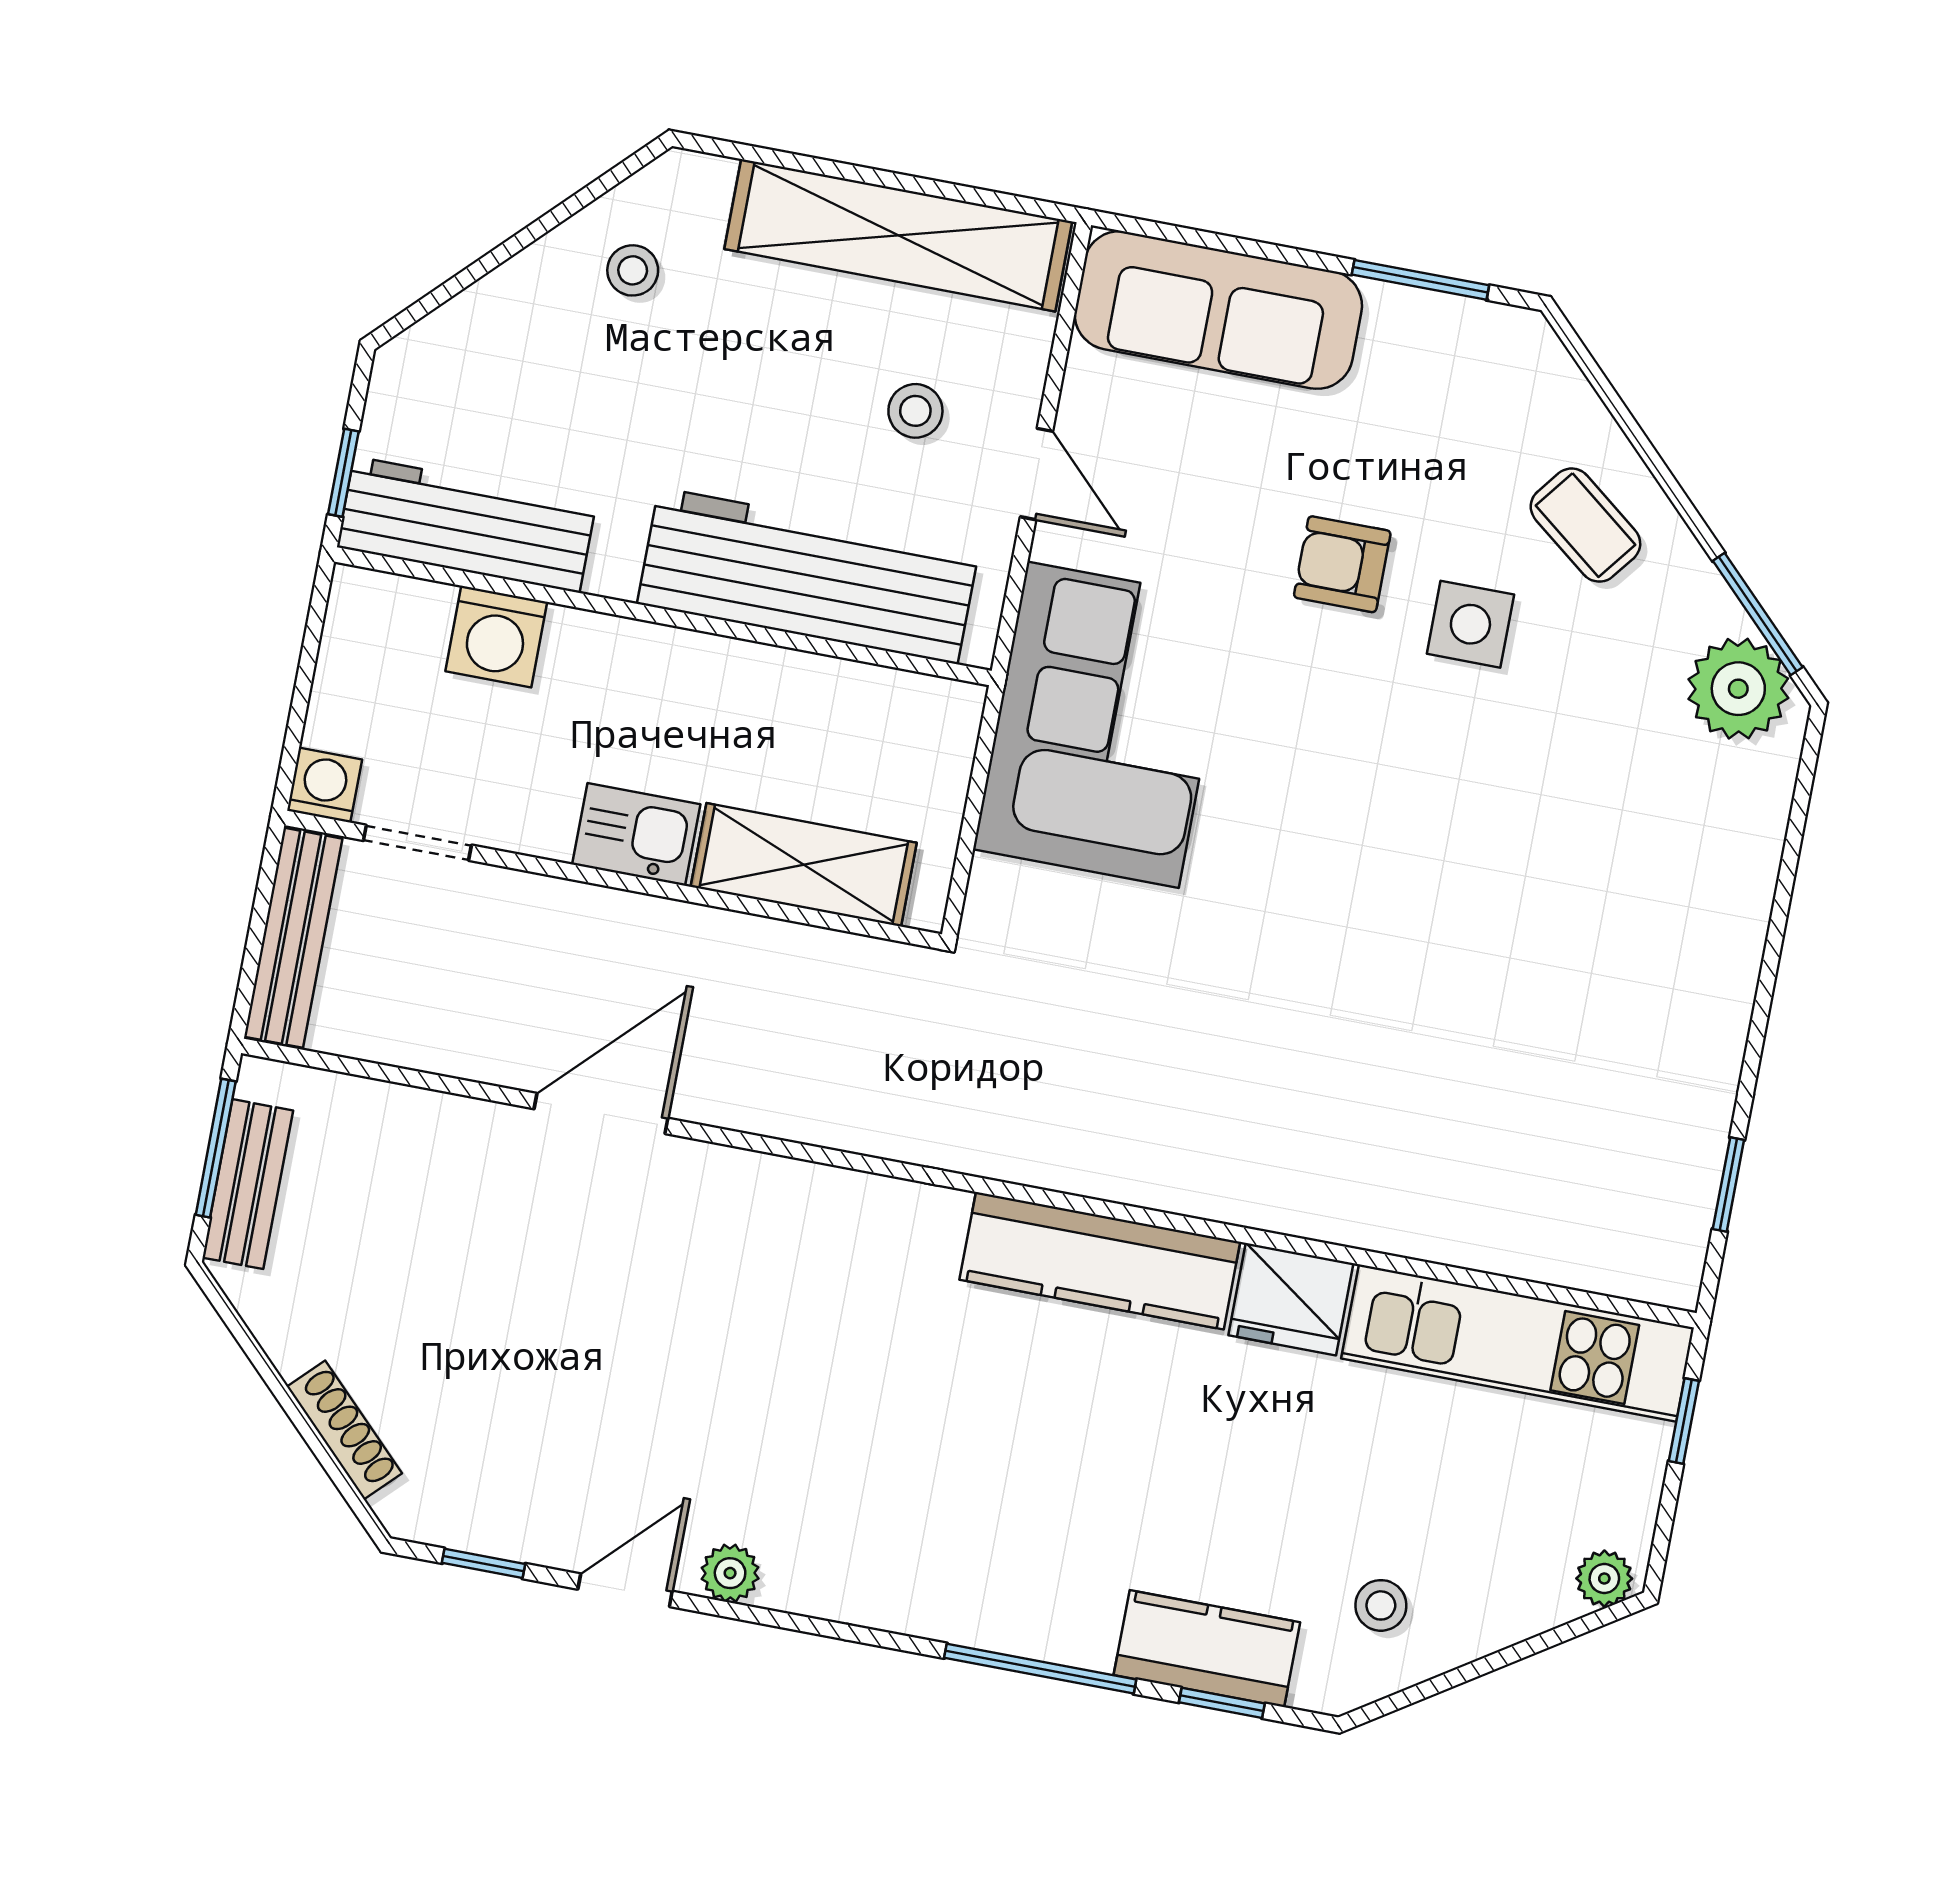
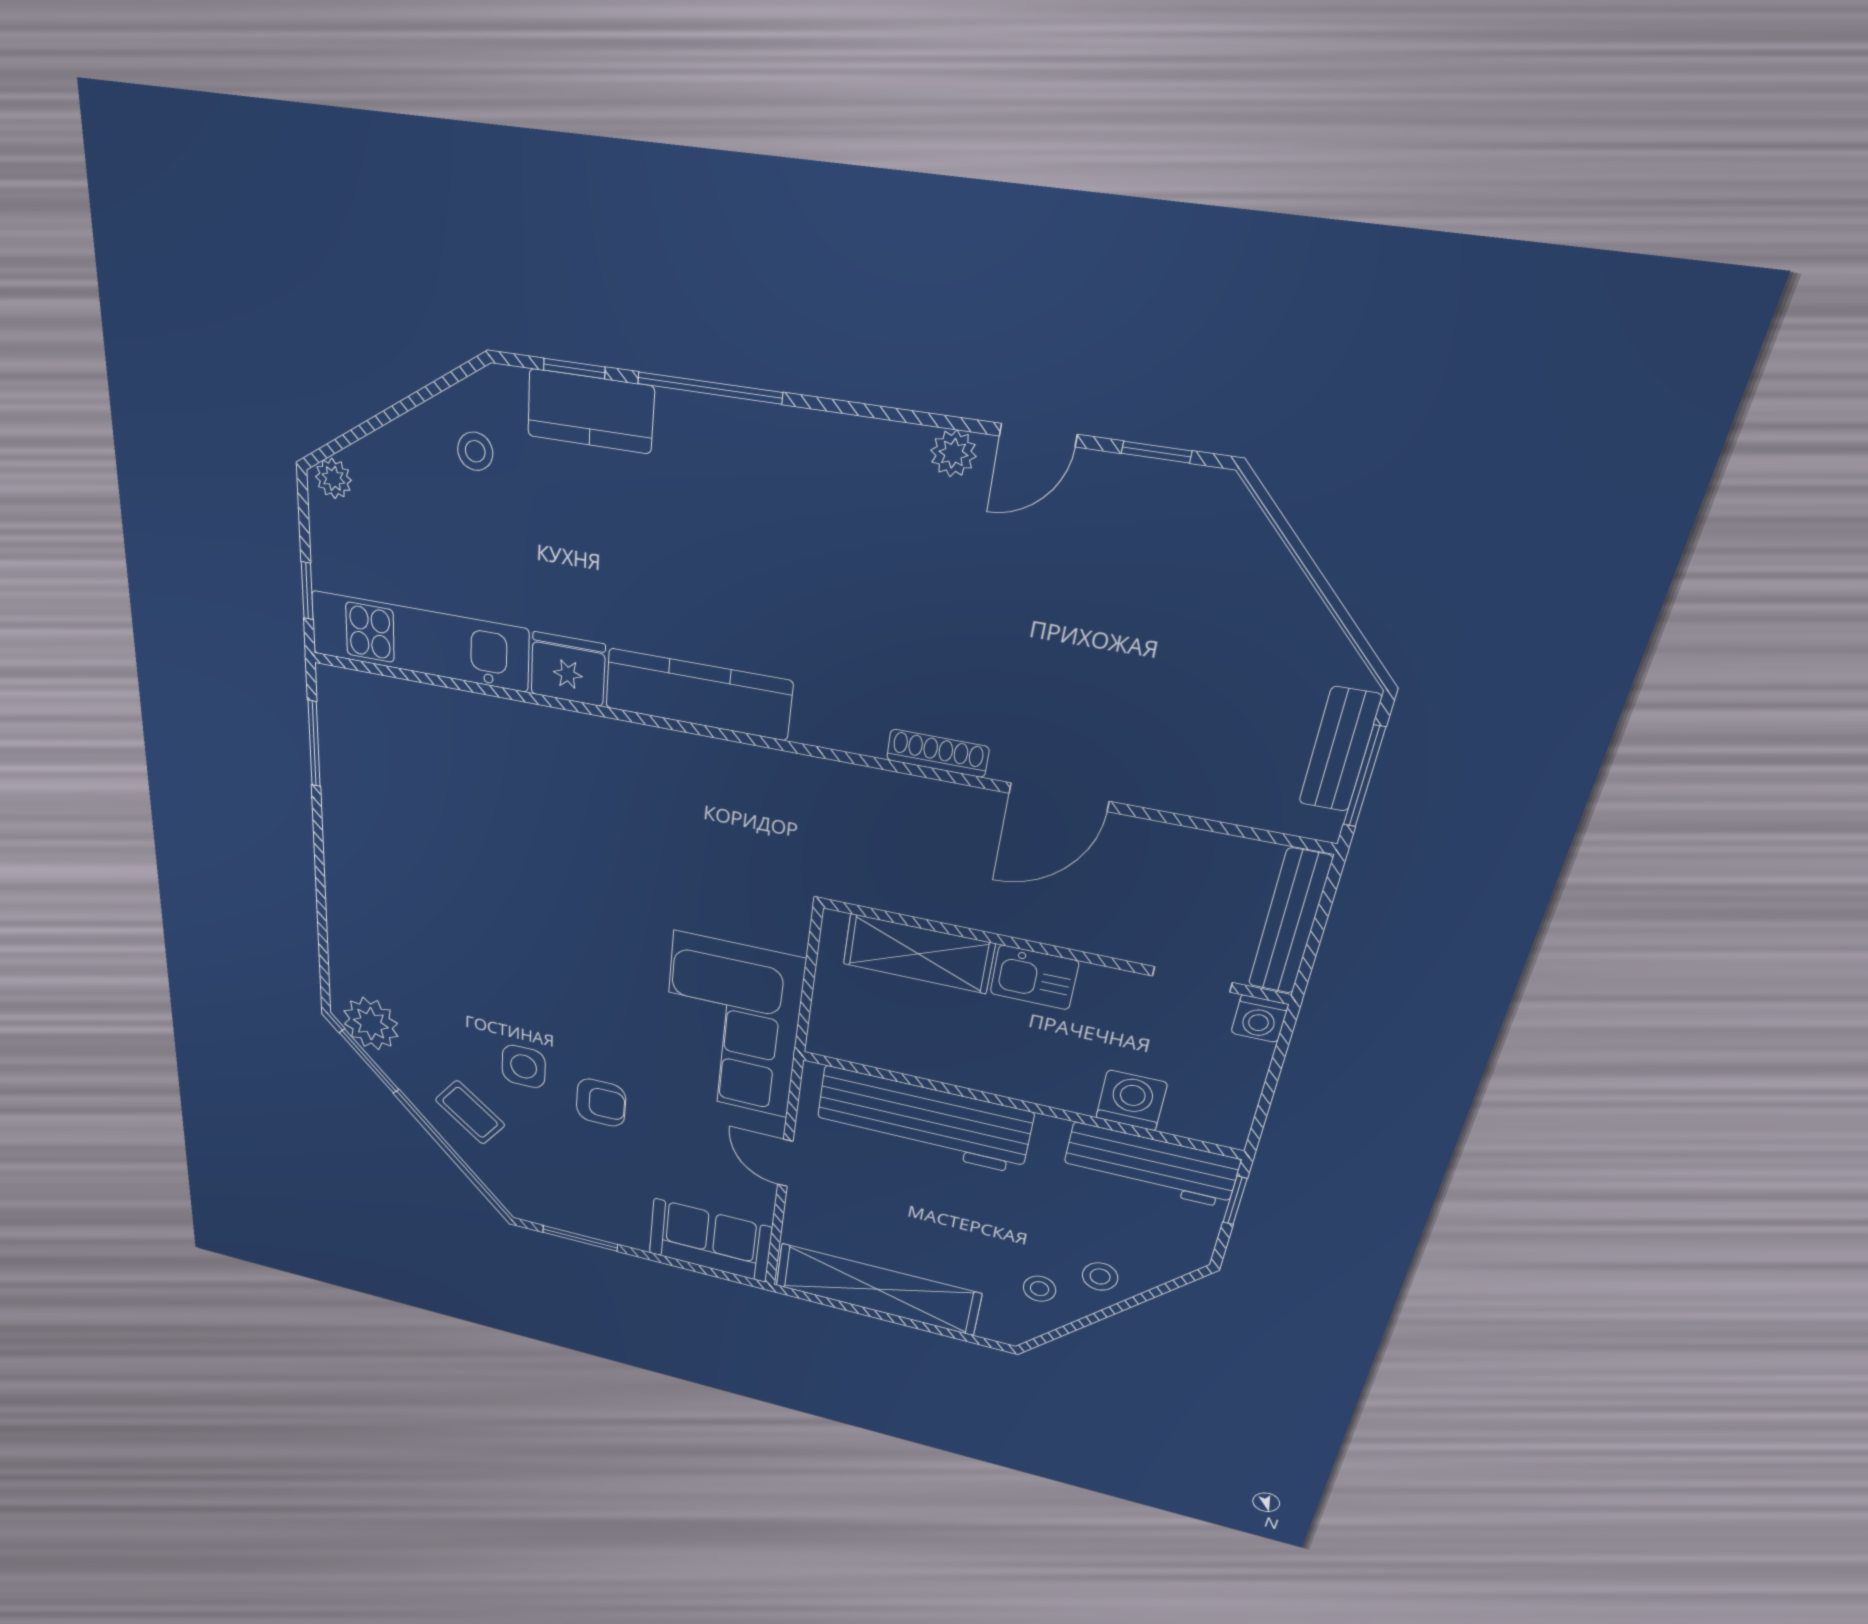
sofa: (1218, 310) -> (710, 1240), width x0.73
stool: (915, 411) -> (1100, 1276), moved
window: (1728, 1184) -> (314, 744), width x1.50
shoe rack: (344, 1430) -> (938, 753), moved, turned 135

